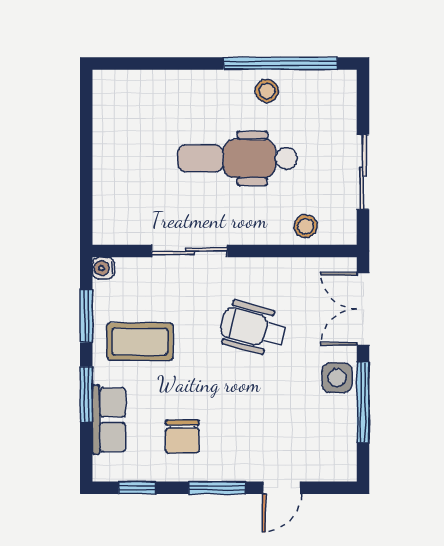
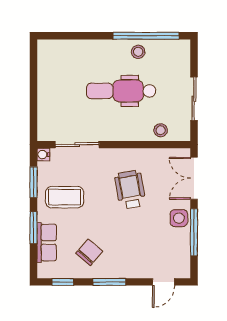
sliding door: (190, 251) -> (77, 145), moved
wheelchair: (253, 329) -> (130, 190), turned 65
chair: (182, 437) -> (89, 252), turned -139
door: (282, 488) -> (163, 282), moved

